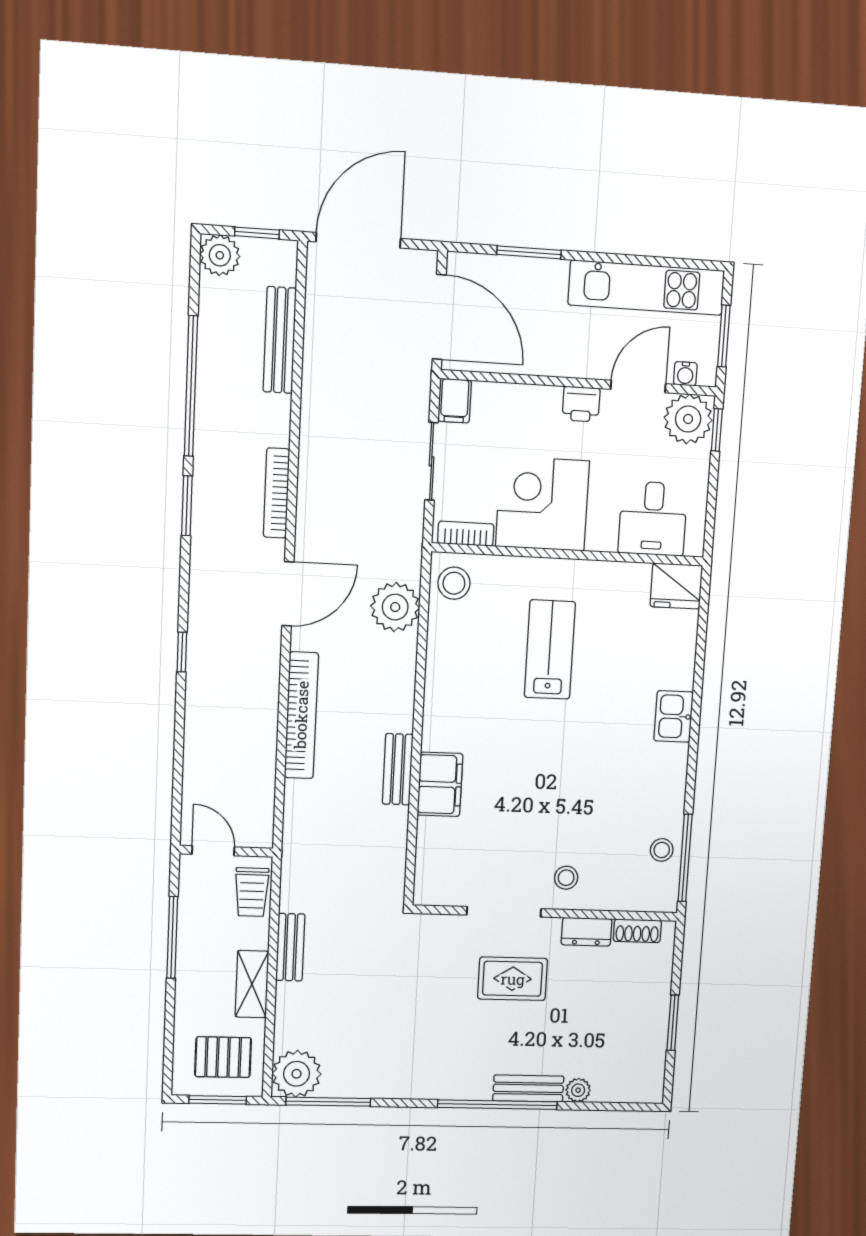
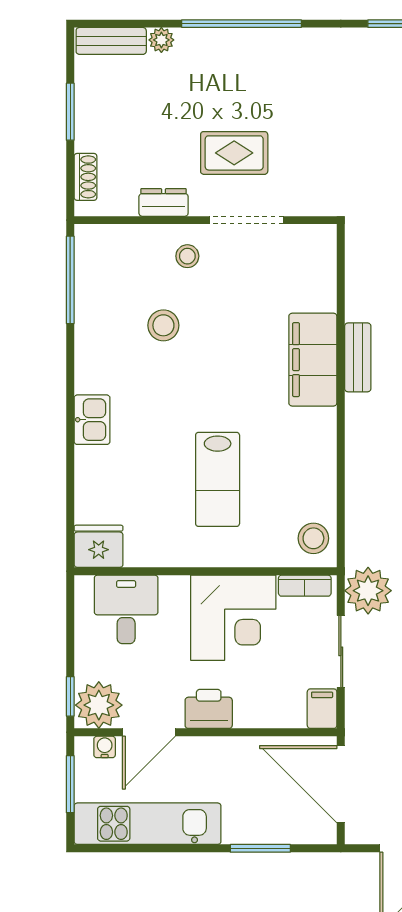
printer: (581, 404) -> (209, 709), width x1.36, depth x1.24
plant: (395, 607) -> (368, 591), moved
filing cabinet: (440, 784) -> (313, 360), width x1.50, depth x1.17
stool: (662, 850) -> (163, 325), moved, width x1.37, depth x1.37
shoe rack: (637, 931) -> (85, 177), moved, turned 90
bench: (528, 1088) -> (111, 41), moved

